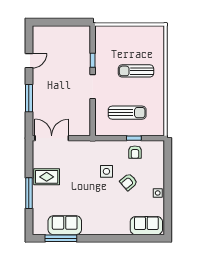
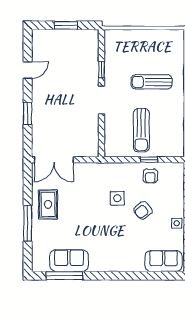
window: (62, 22) -> (66, 25), added
window: (29, 98) -> (28, 113), width x0.69
sun lounger: (127, 113) -> (141, 130), turned 90
double door: (52, 138) -> (54, 160), swing flipped
rug: (47, 177) -> (48, 204), turned 90

